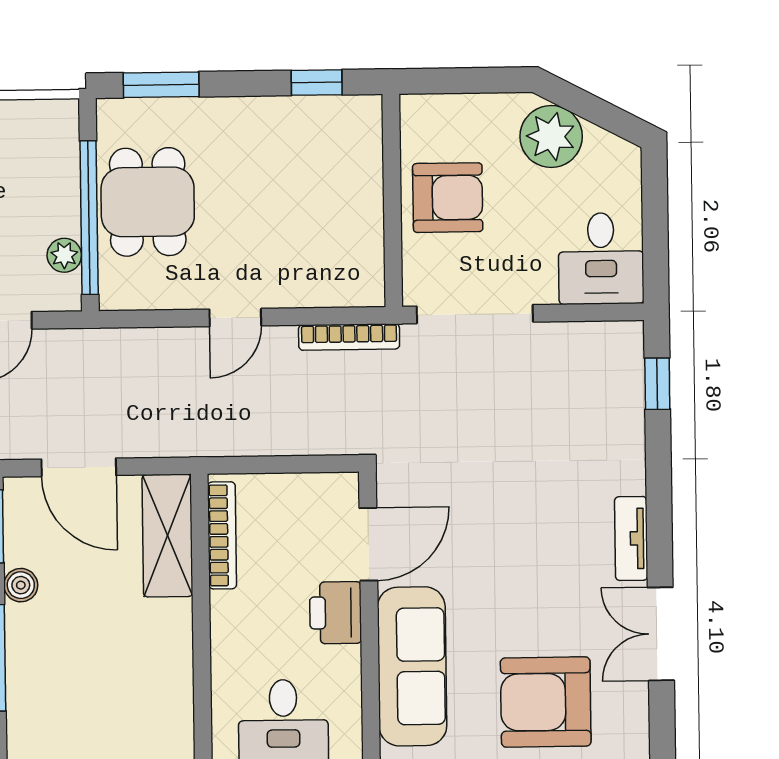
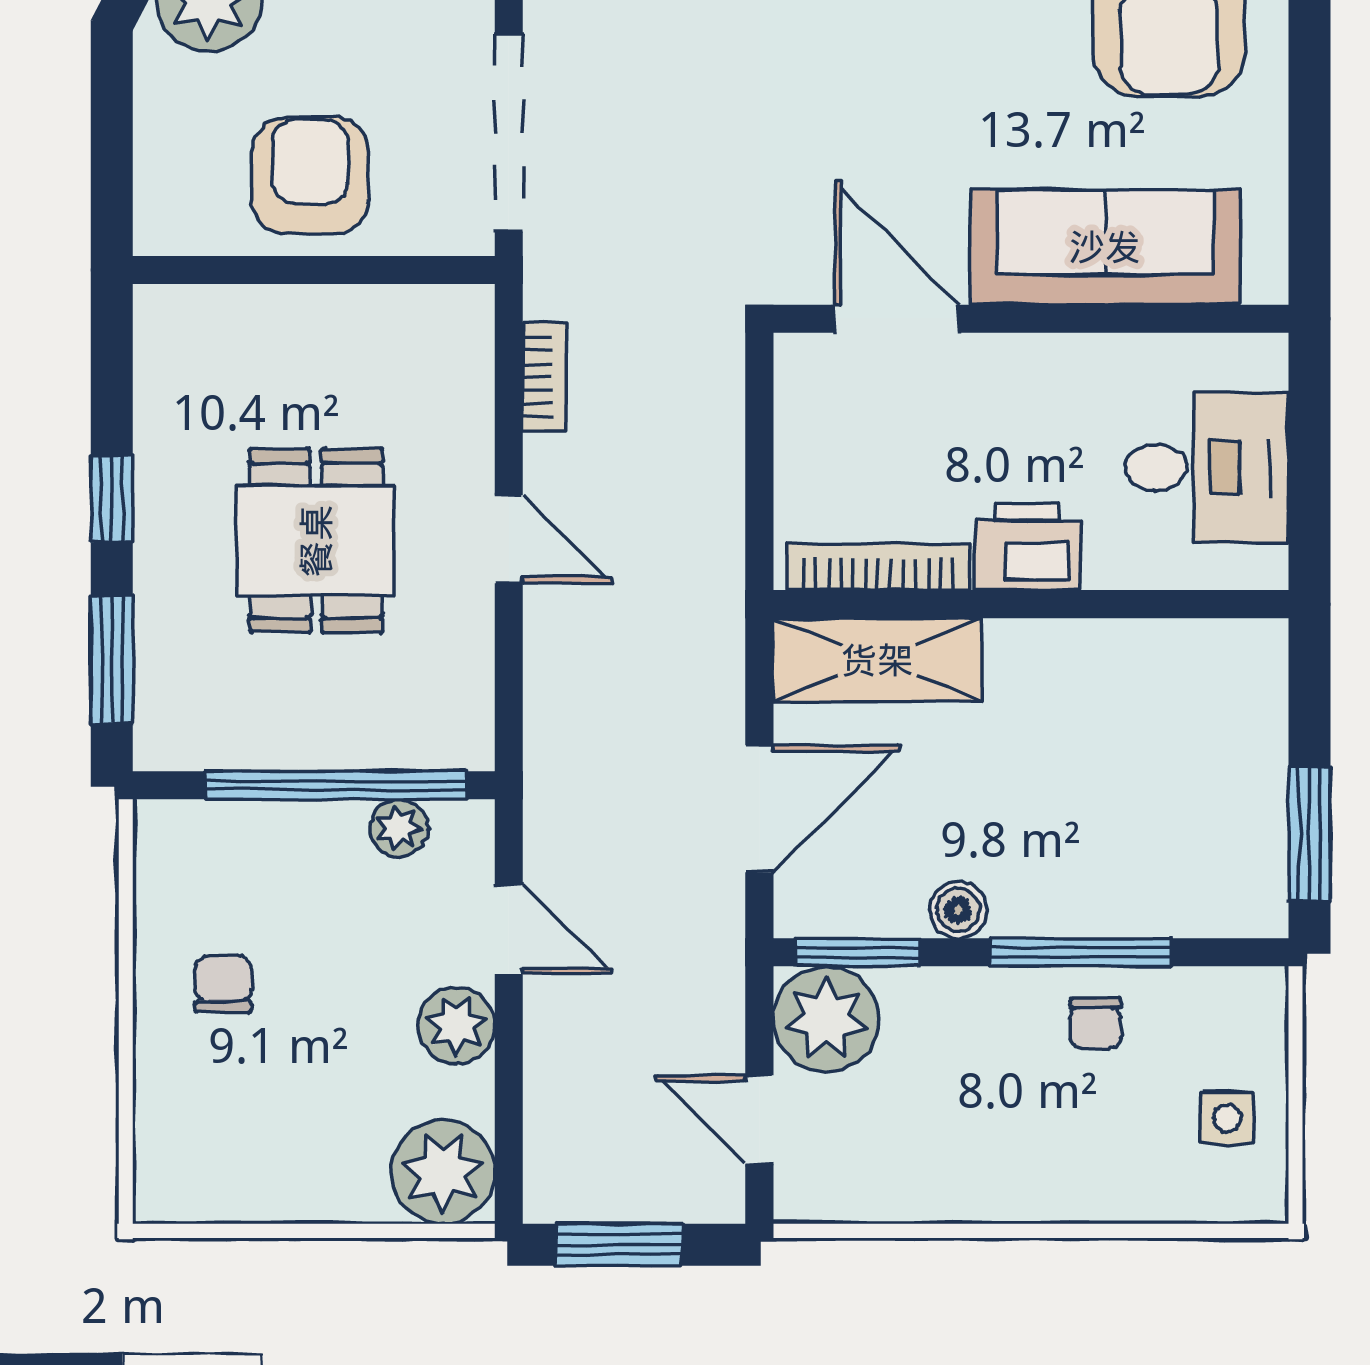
window: (317, 83) -> (112, 499), moved
dining table: (148, 202) -> (316, 541), moved, turned 90
bookcase: (349, 337) -> (544, 377), width x0.64
printer: (336, 613) -> (1028, 547), moved, turned 180

